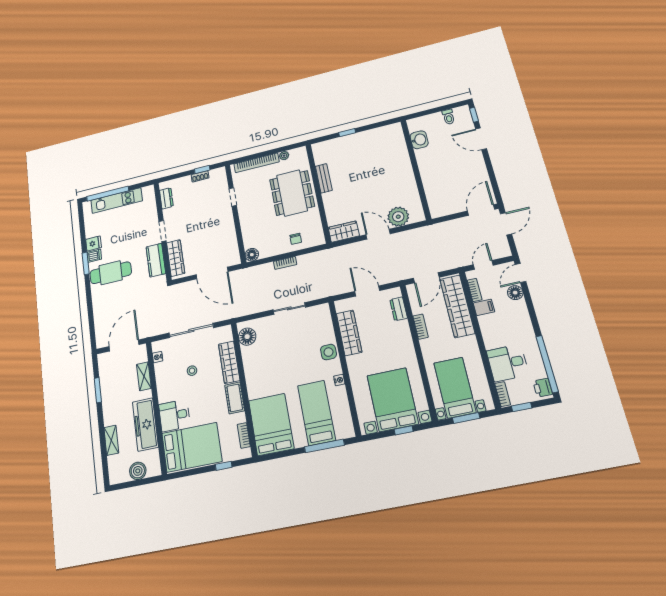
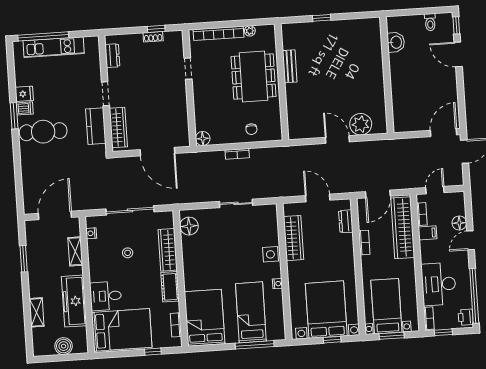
wardrobe: (344, 232) -> (303, 130), removed
door: (520, 273) -> (470, 240), moved
desk: (508, 363) -> (439, 284), width x1.37

